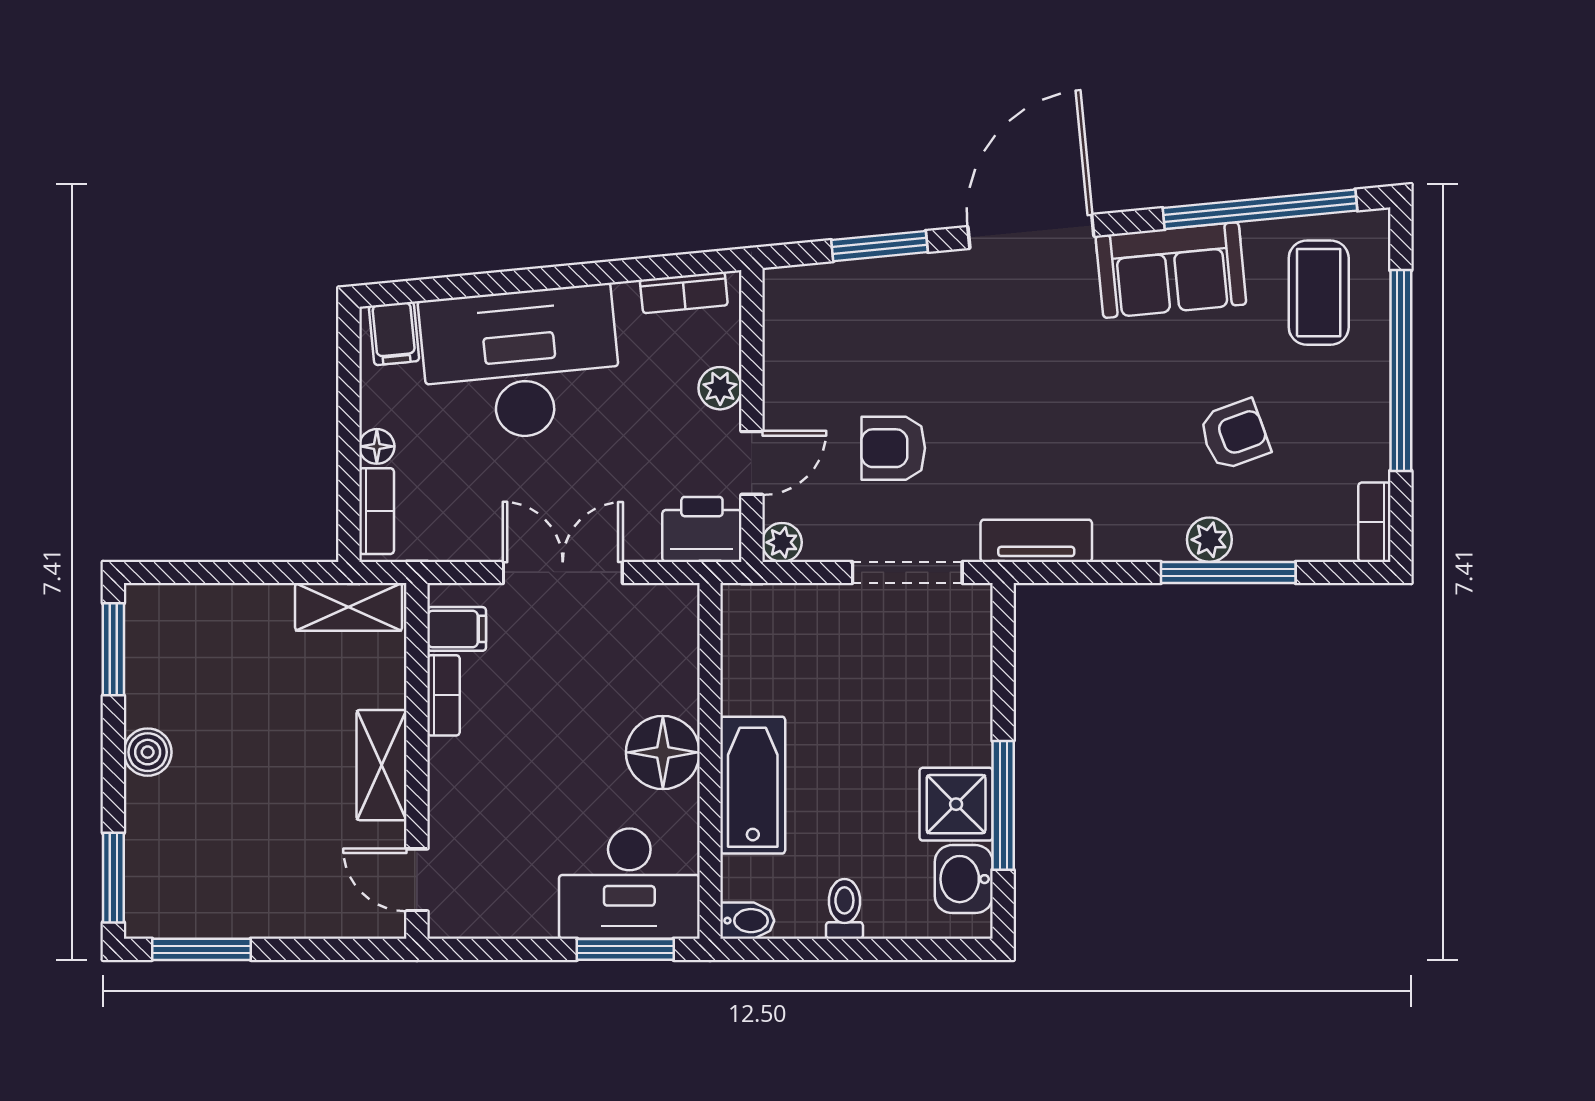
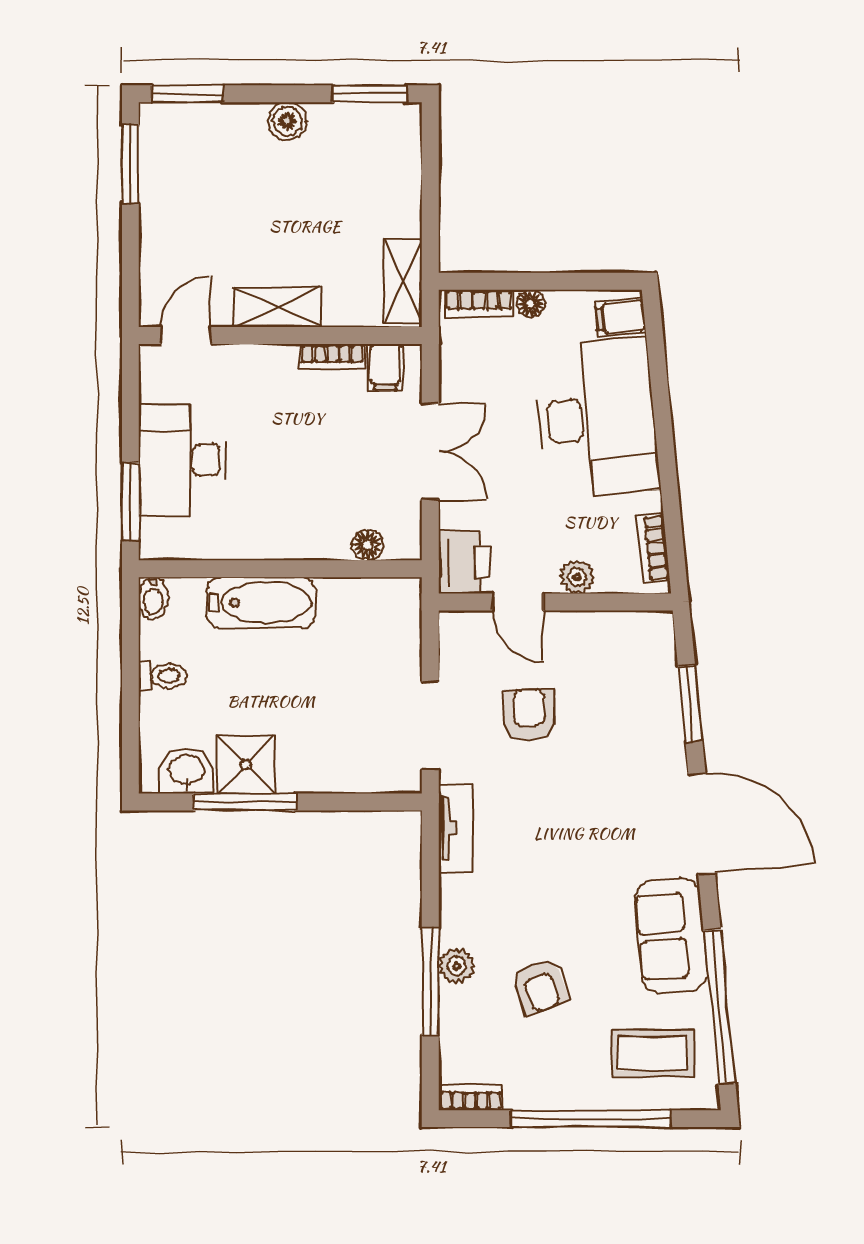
plant: (782, 542) -> (454, 626), removed
floor lamp: (663, 752) -> (367, 545), moved, width x0.53, depth x0.53
desk: (629, 884) -> (183, 460), moved

